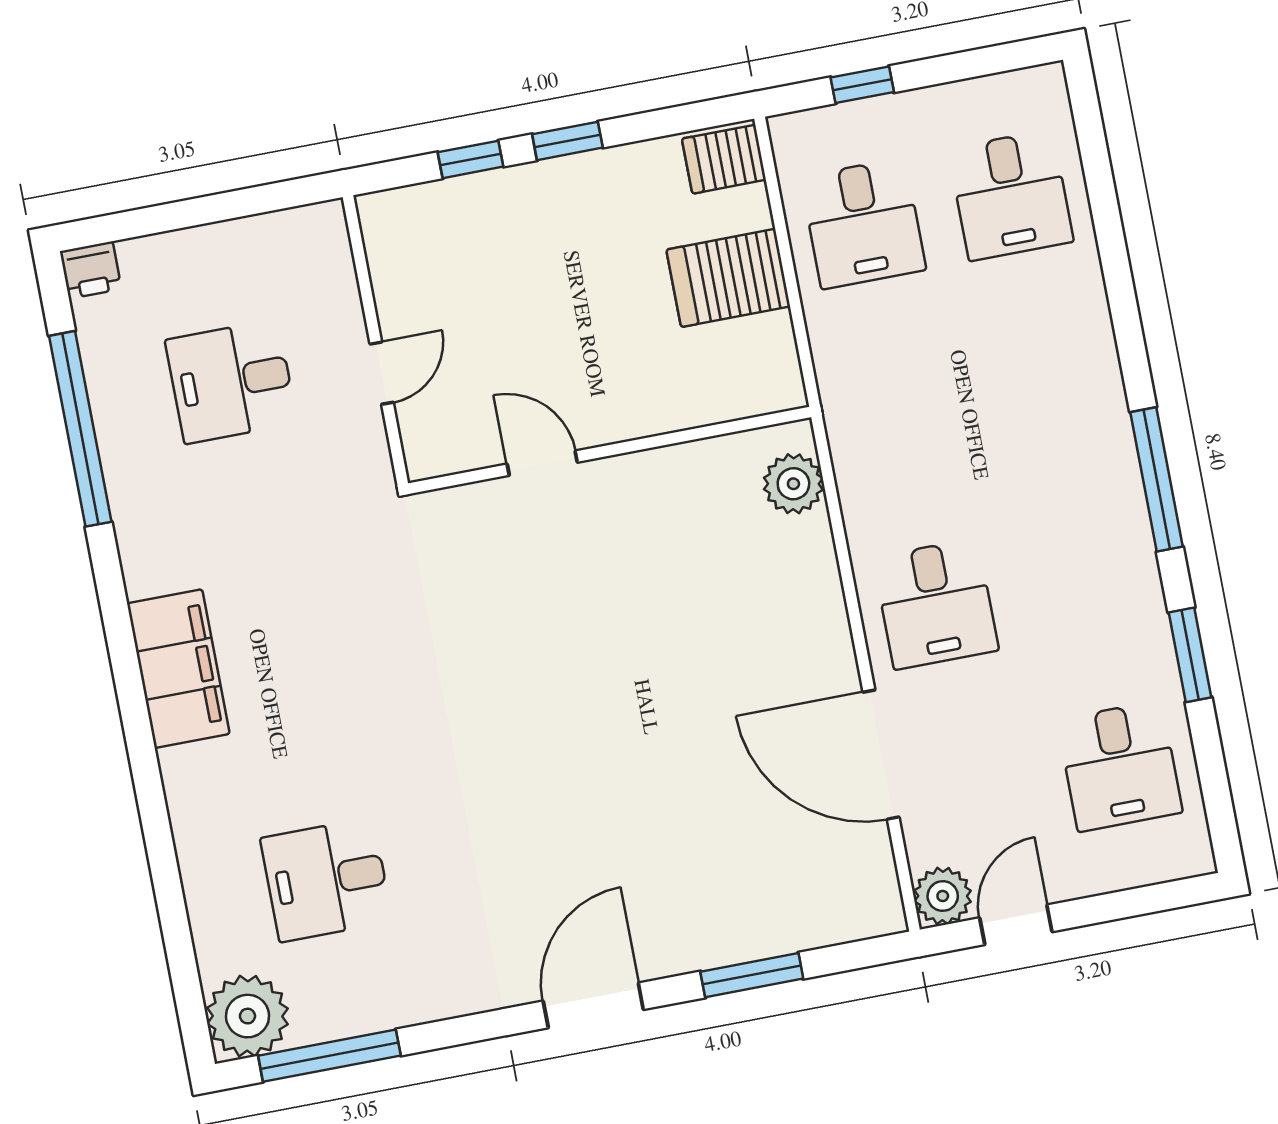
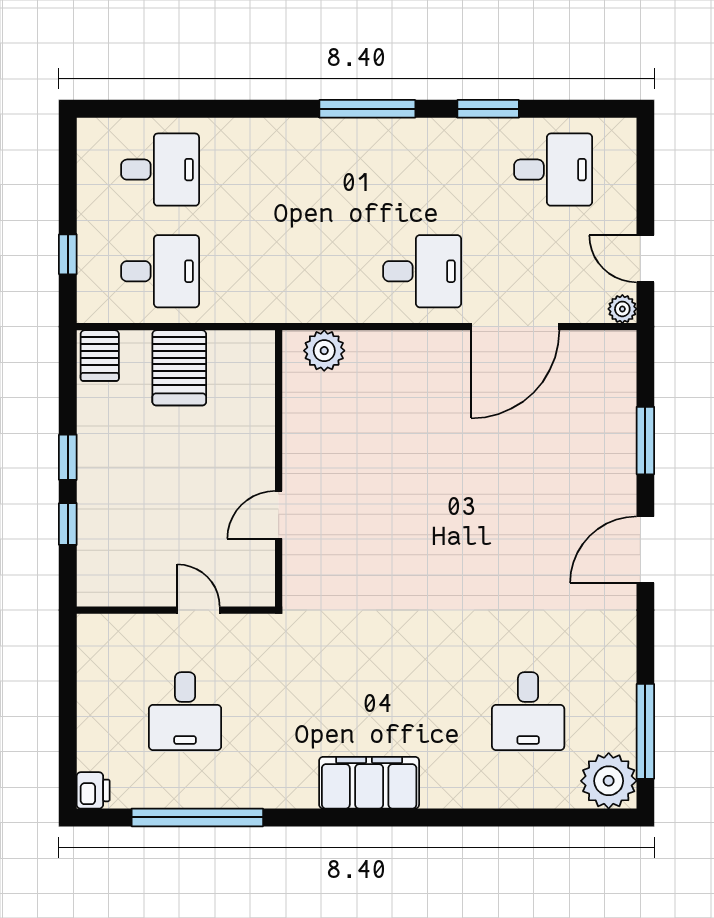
plant: (943, 896) -> (622, 309), width x0.73, depth x0.73
door: (593, 1005) -> (645, 550), hinge flipped

